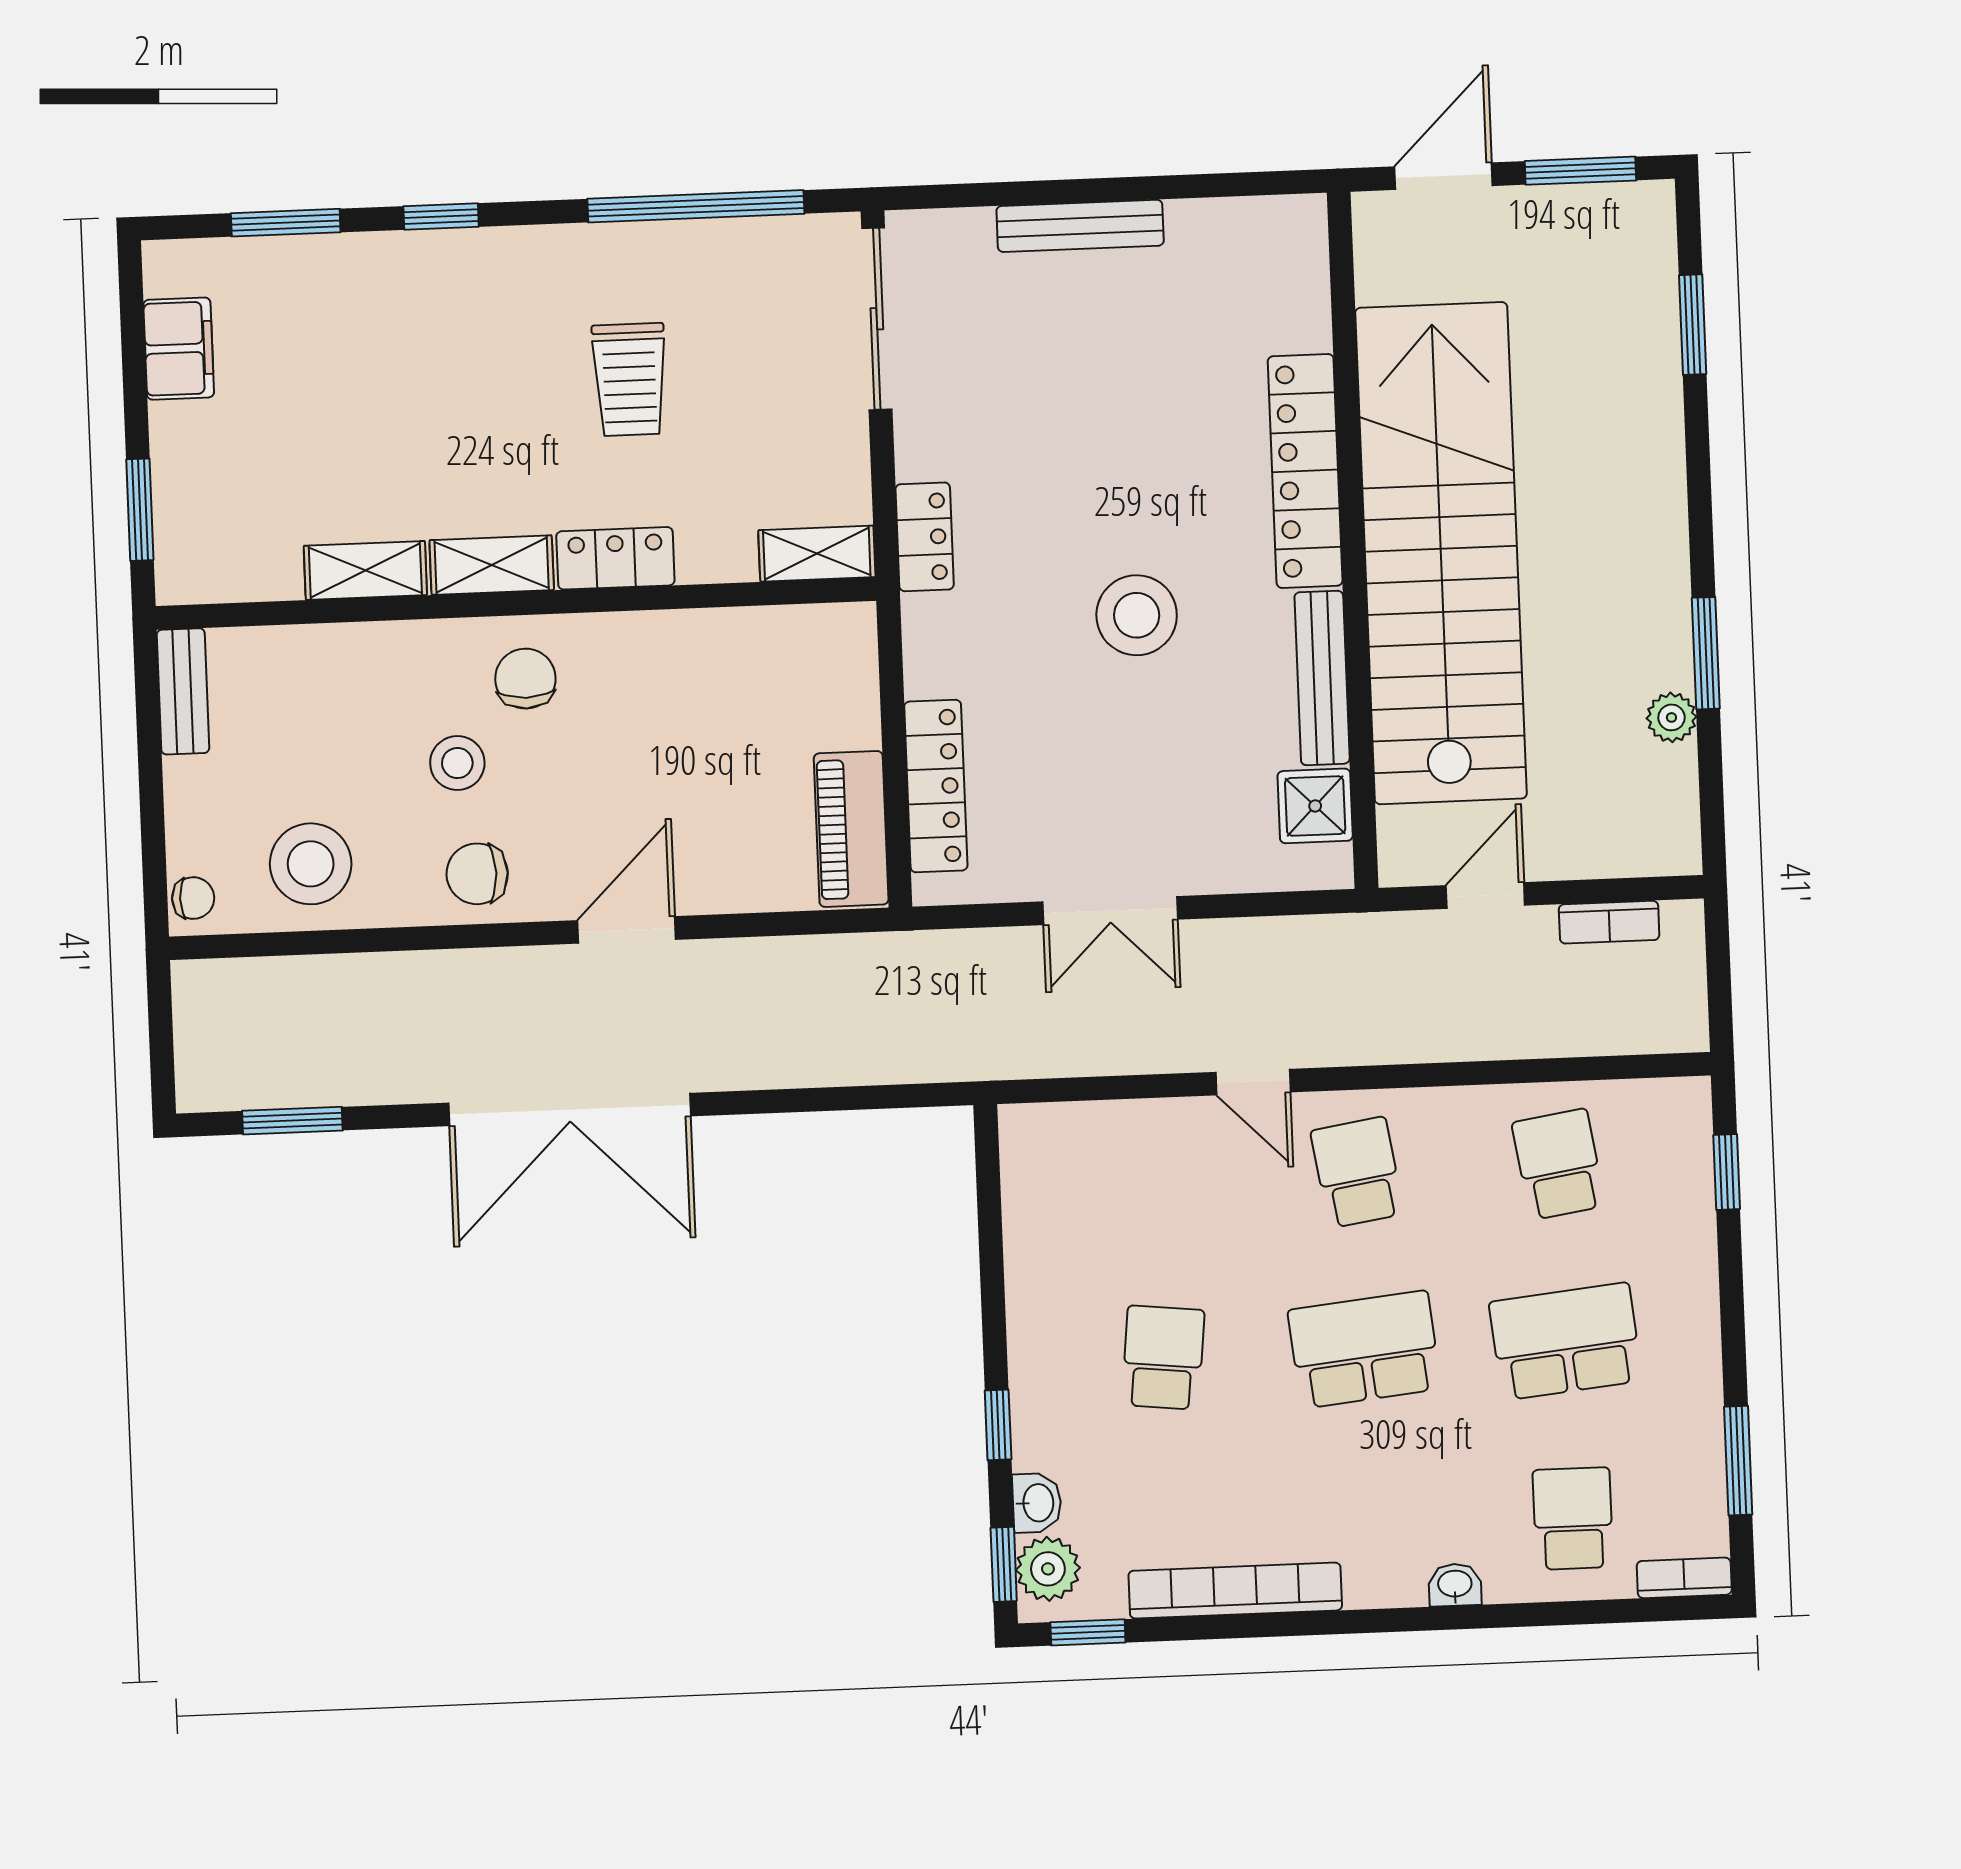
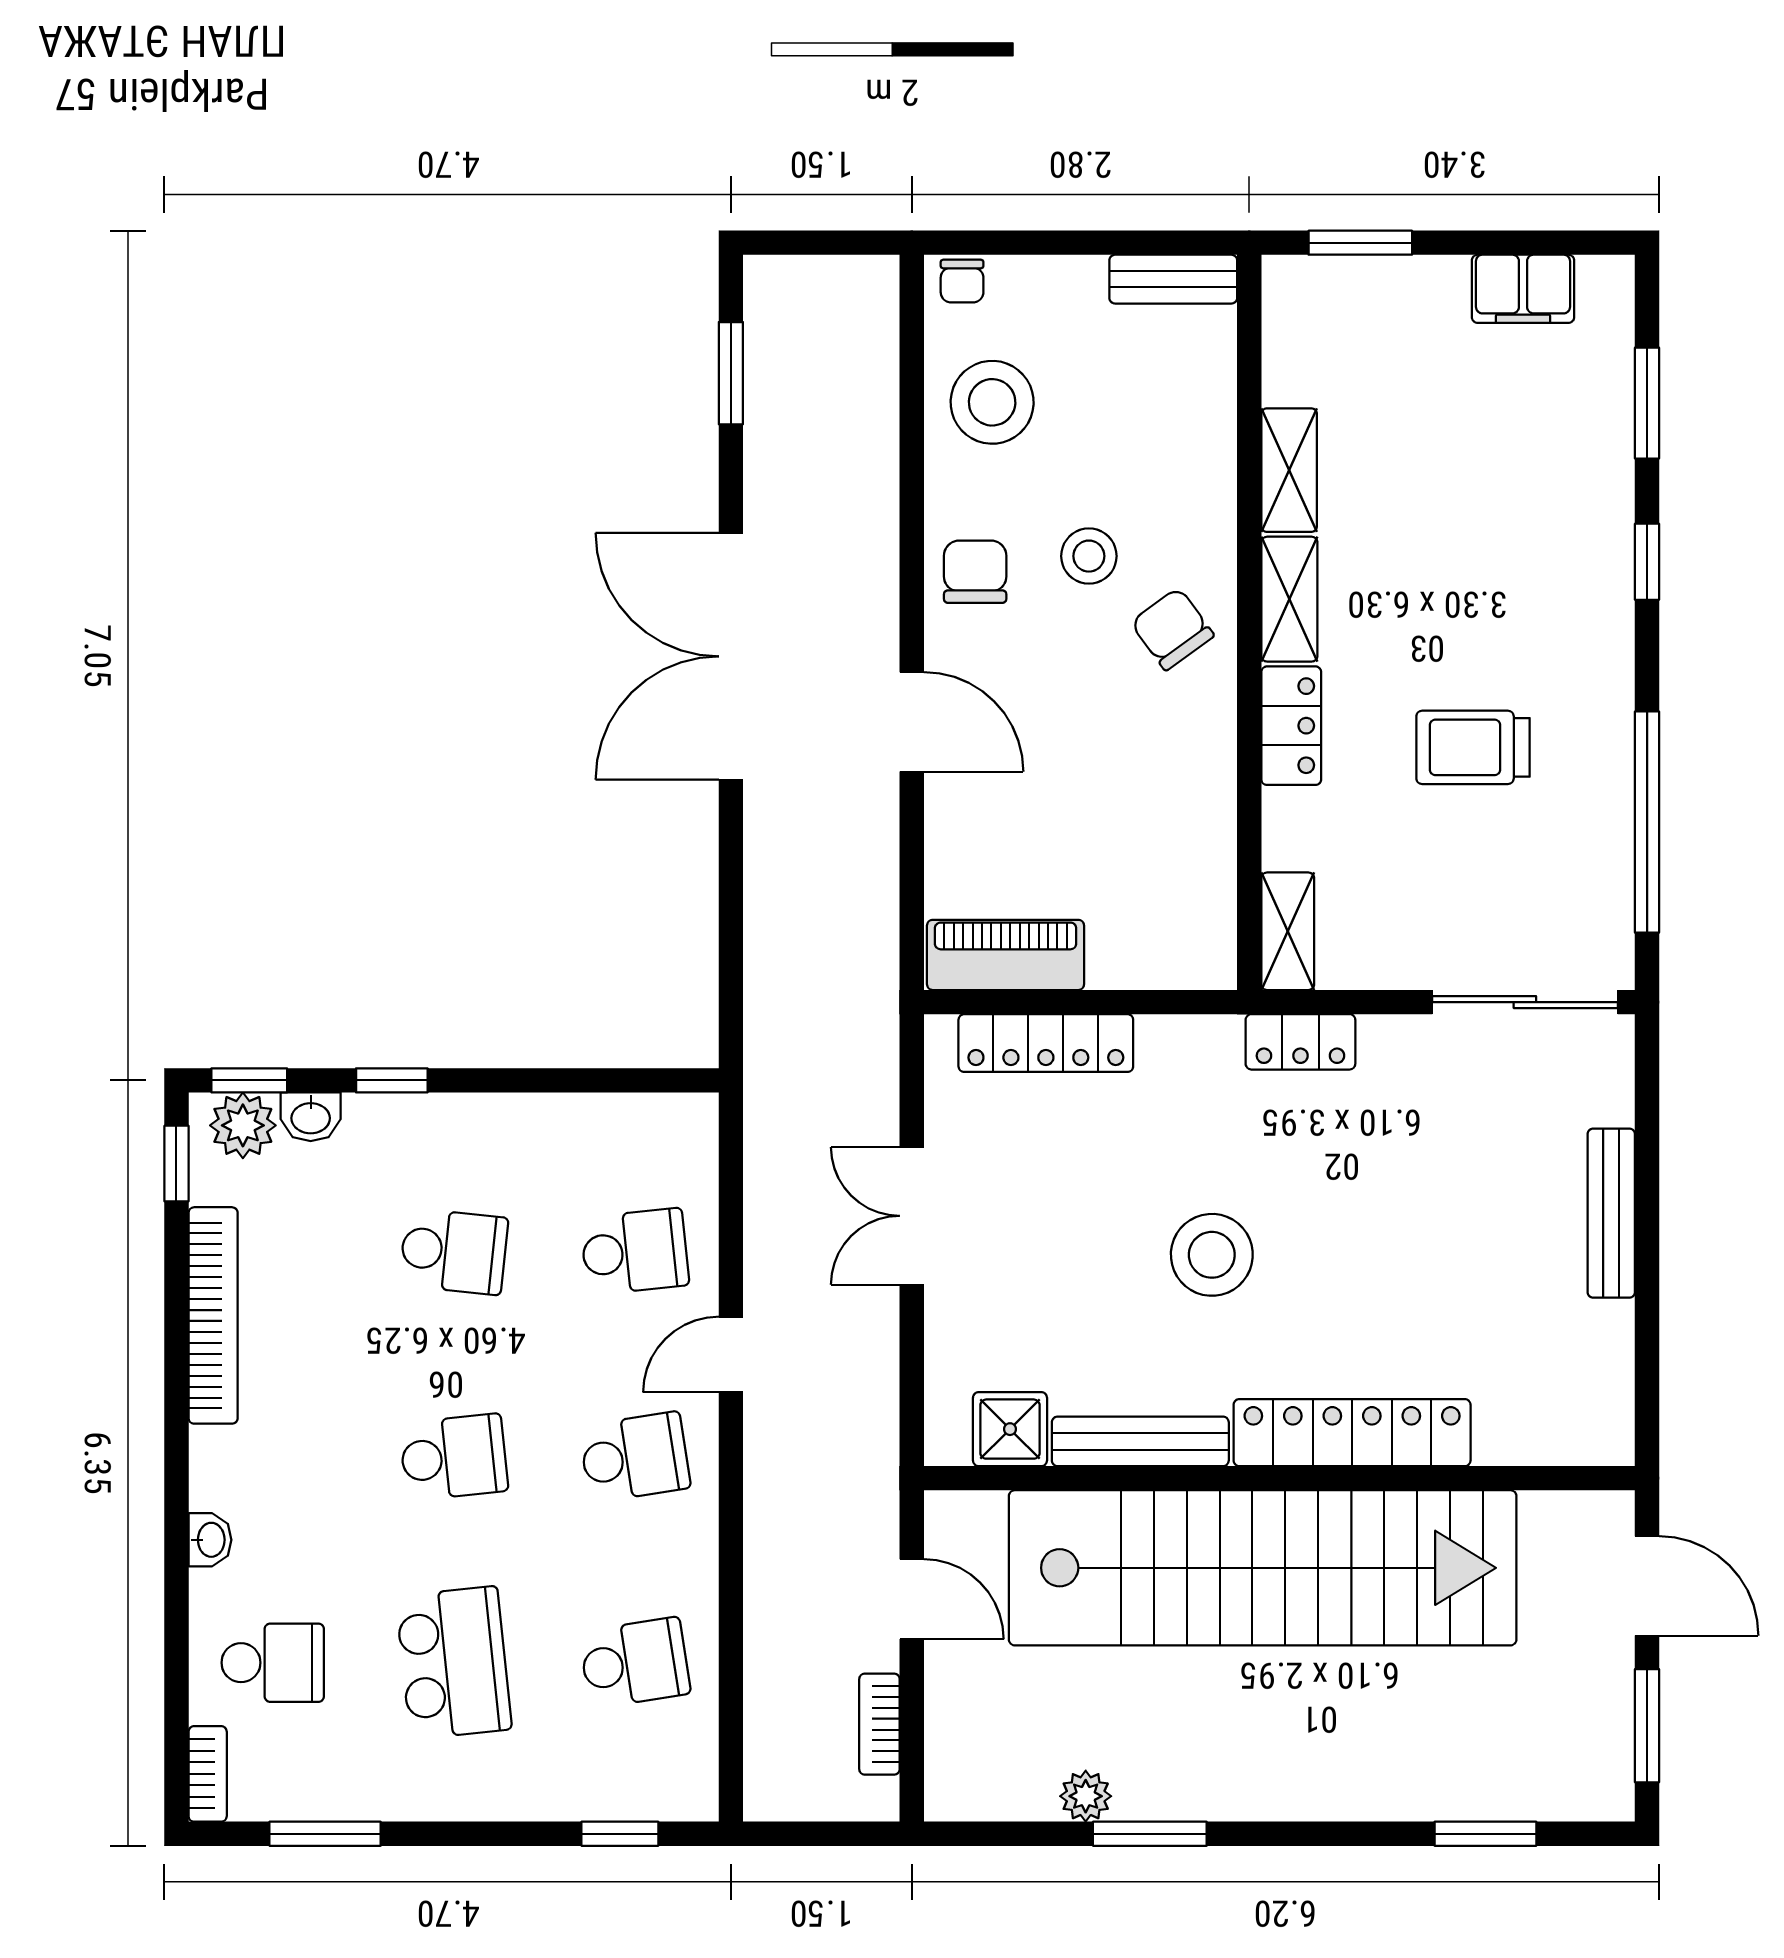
chair: (525, 679) -> (1172, 629), turned -126
school desk: (1156, 1180) -> (635, 1251), added
school desk: (1364, 1349) -> (454, 1457), width x0.54

